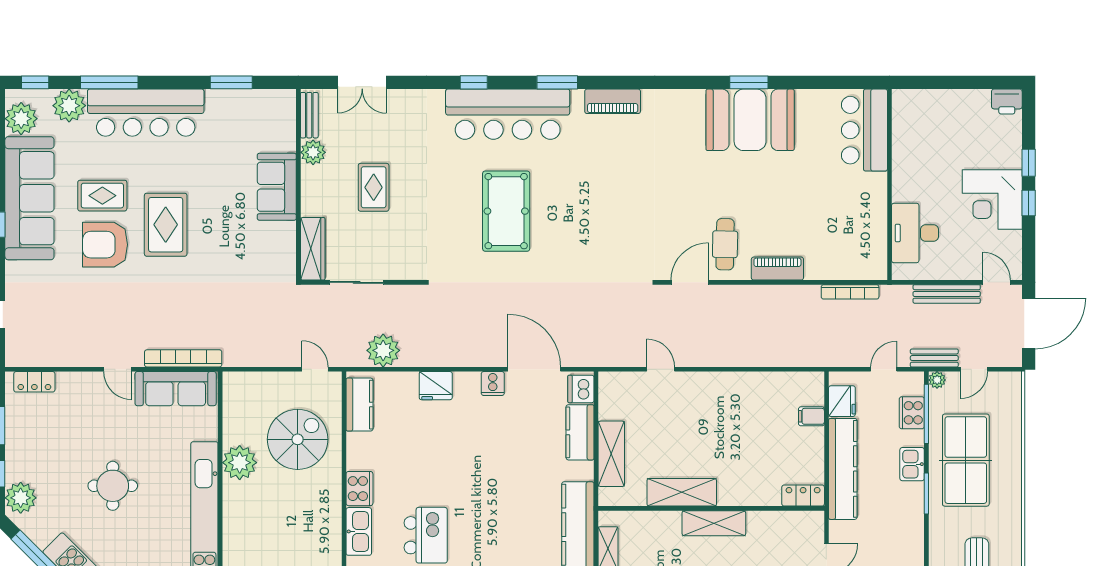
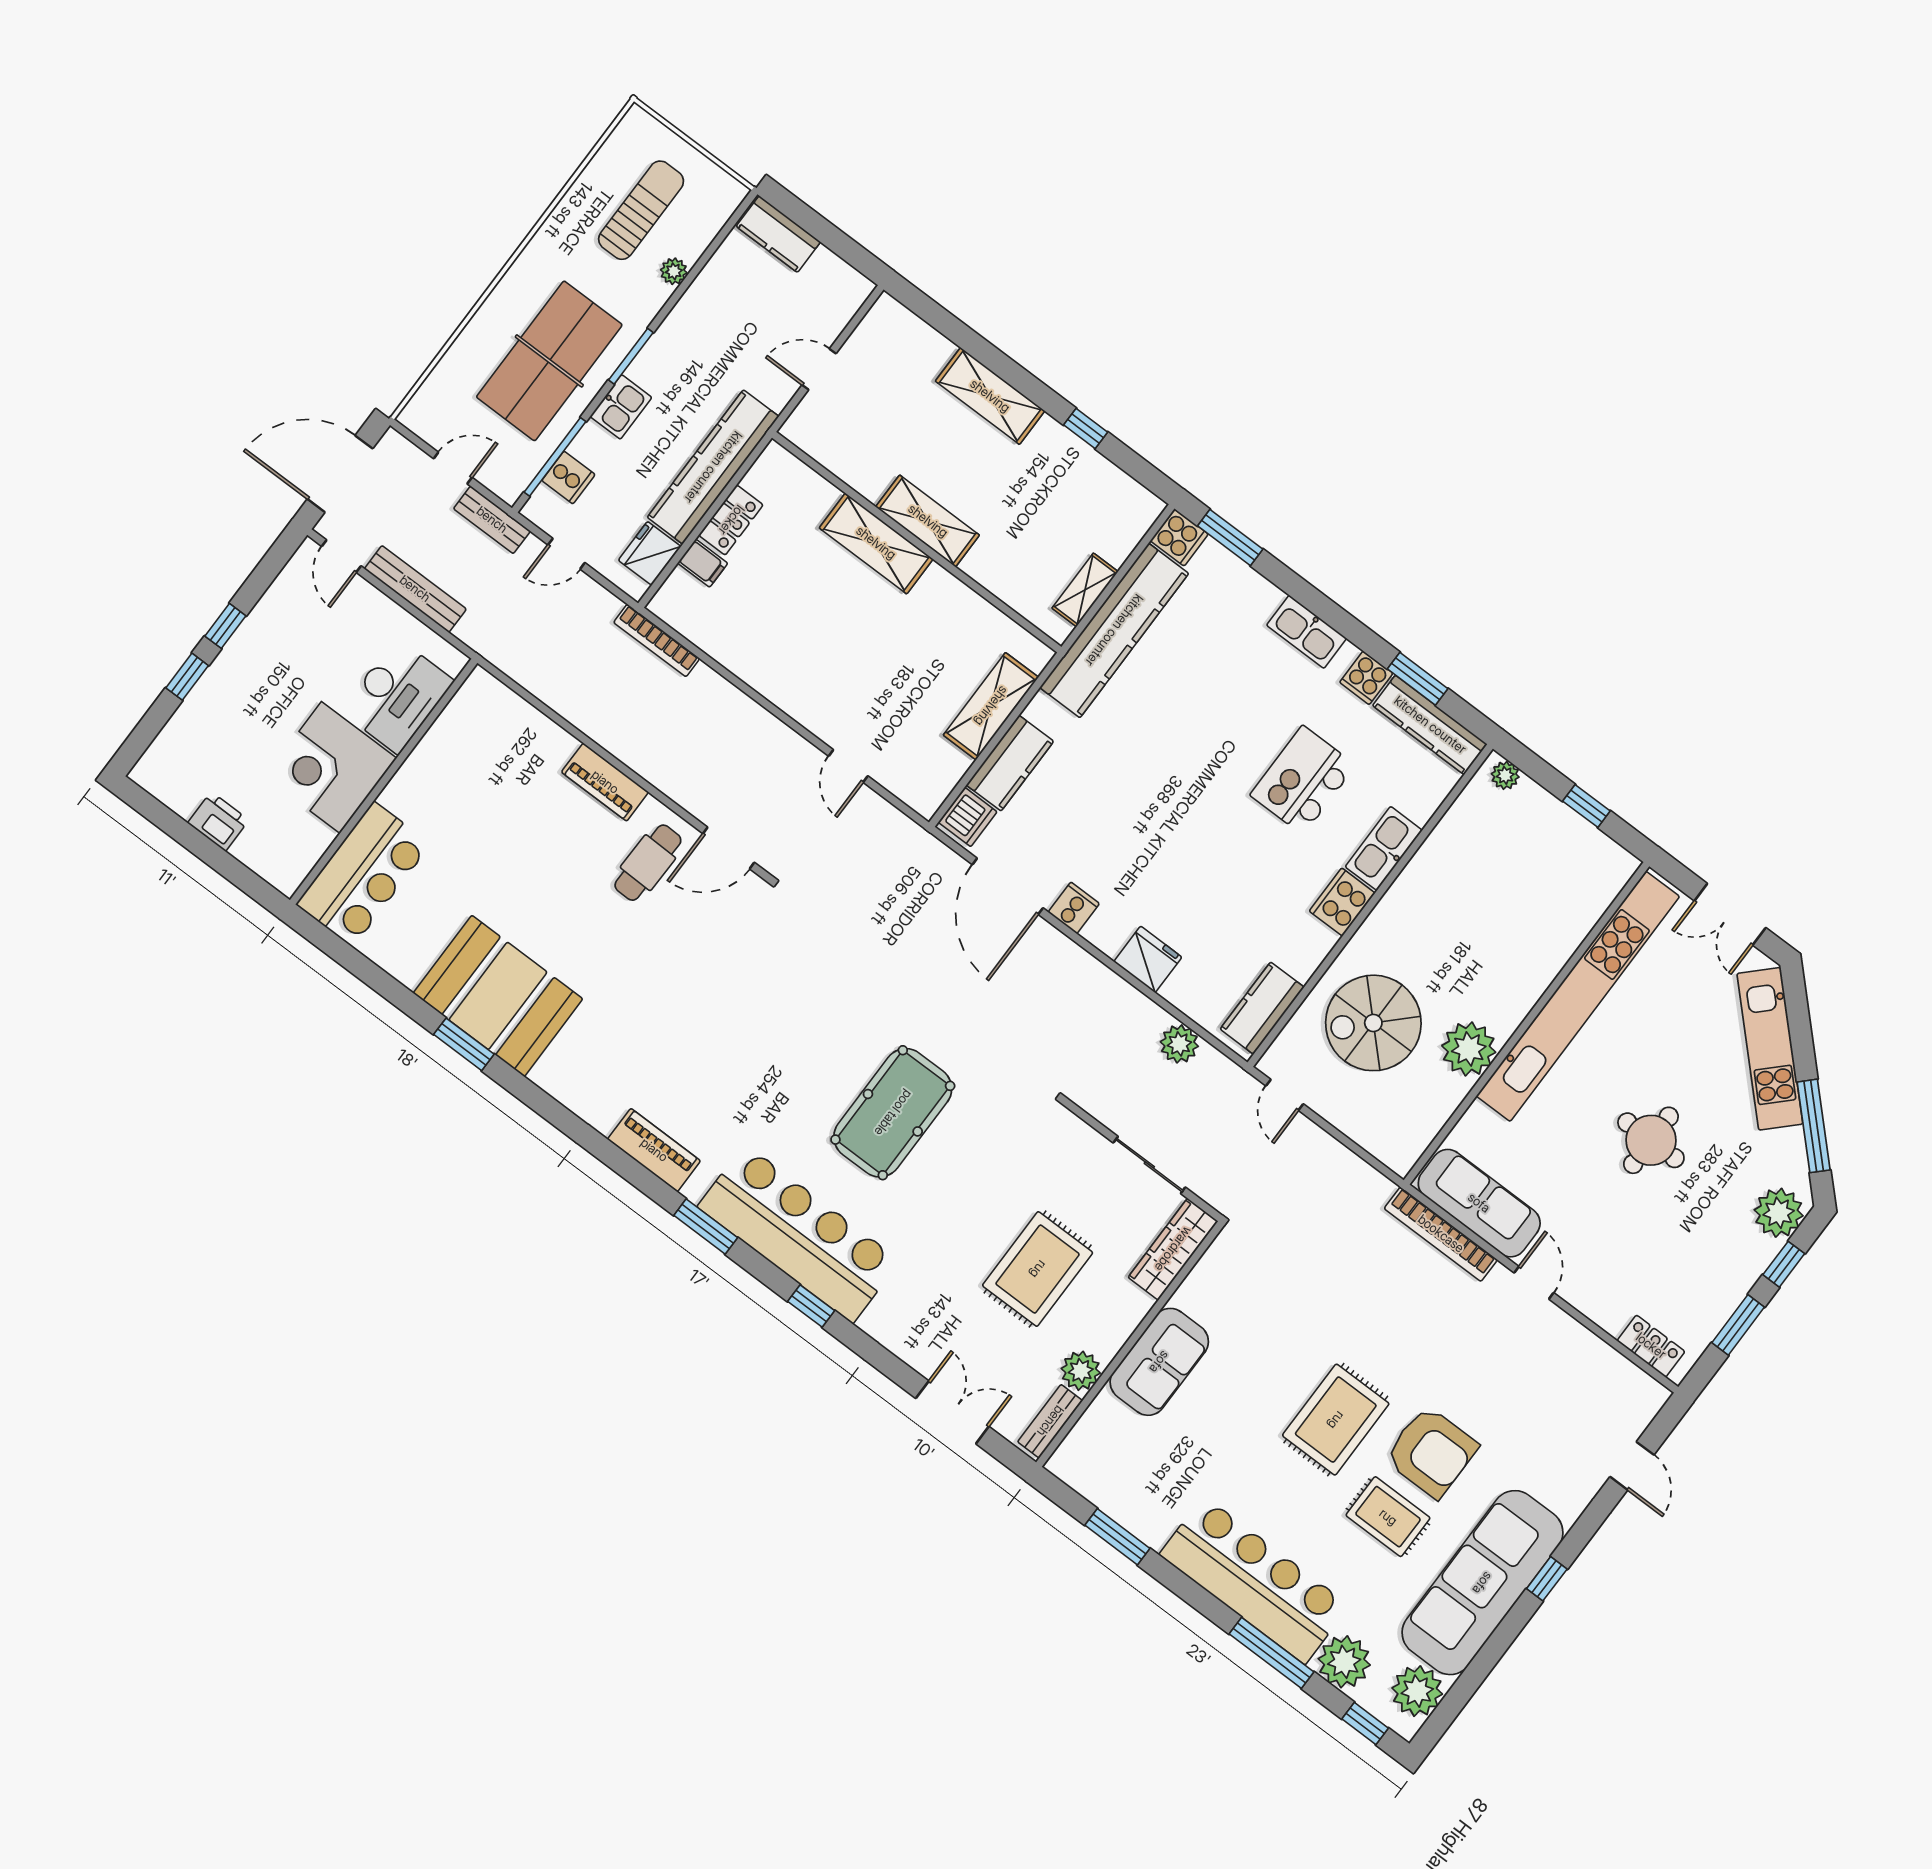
printer: (1007, 101) -> (218, 821), moved
rug: (374, 187) -> (1038, 1269), width x1.36, depth x1.43
corner desk: (992, 199) -> (331, 767), moved, turned 180
bookcase: (850, 292) -> (657, 640), moved, turned 180
plant: (383, 350) -> (1179, 1044), width x0.73, depth x0.73
plant: (937, 380) -> (674, 271), moved
cooker: (912, 413) -> (568, 478), width x0.73
shelving: (682, 492) -> (876, 543), moved
locker: (803, 495) -> (731, 520), moved, turned -90

